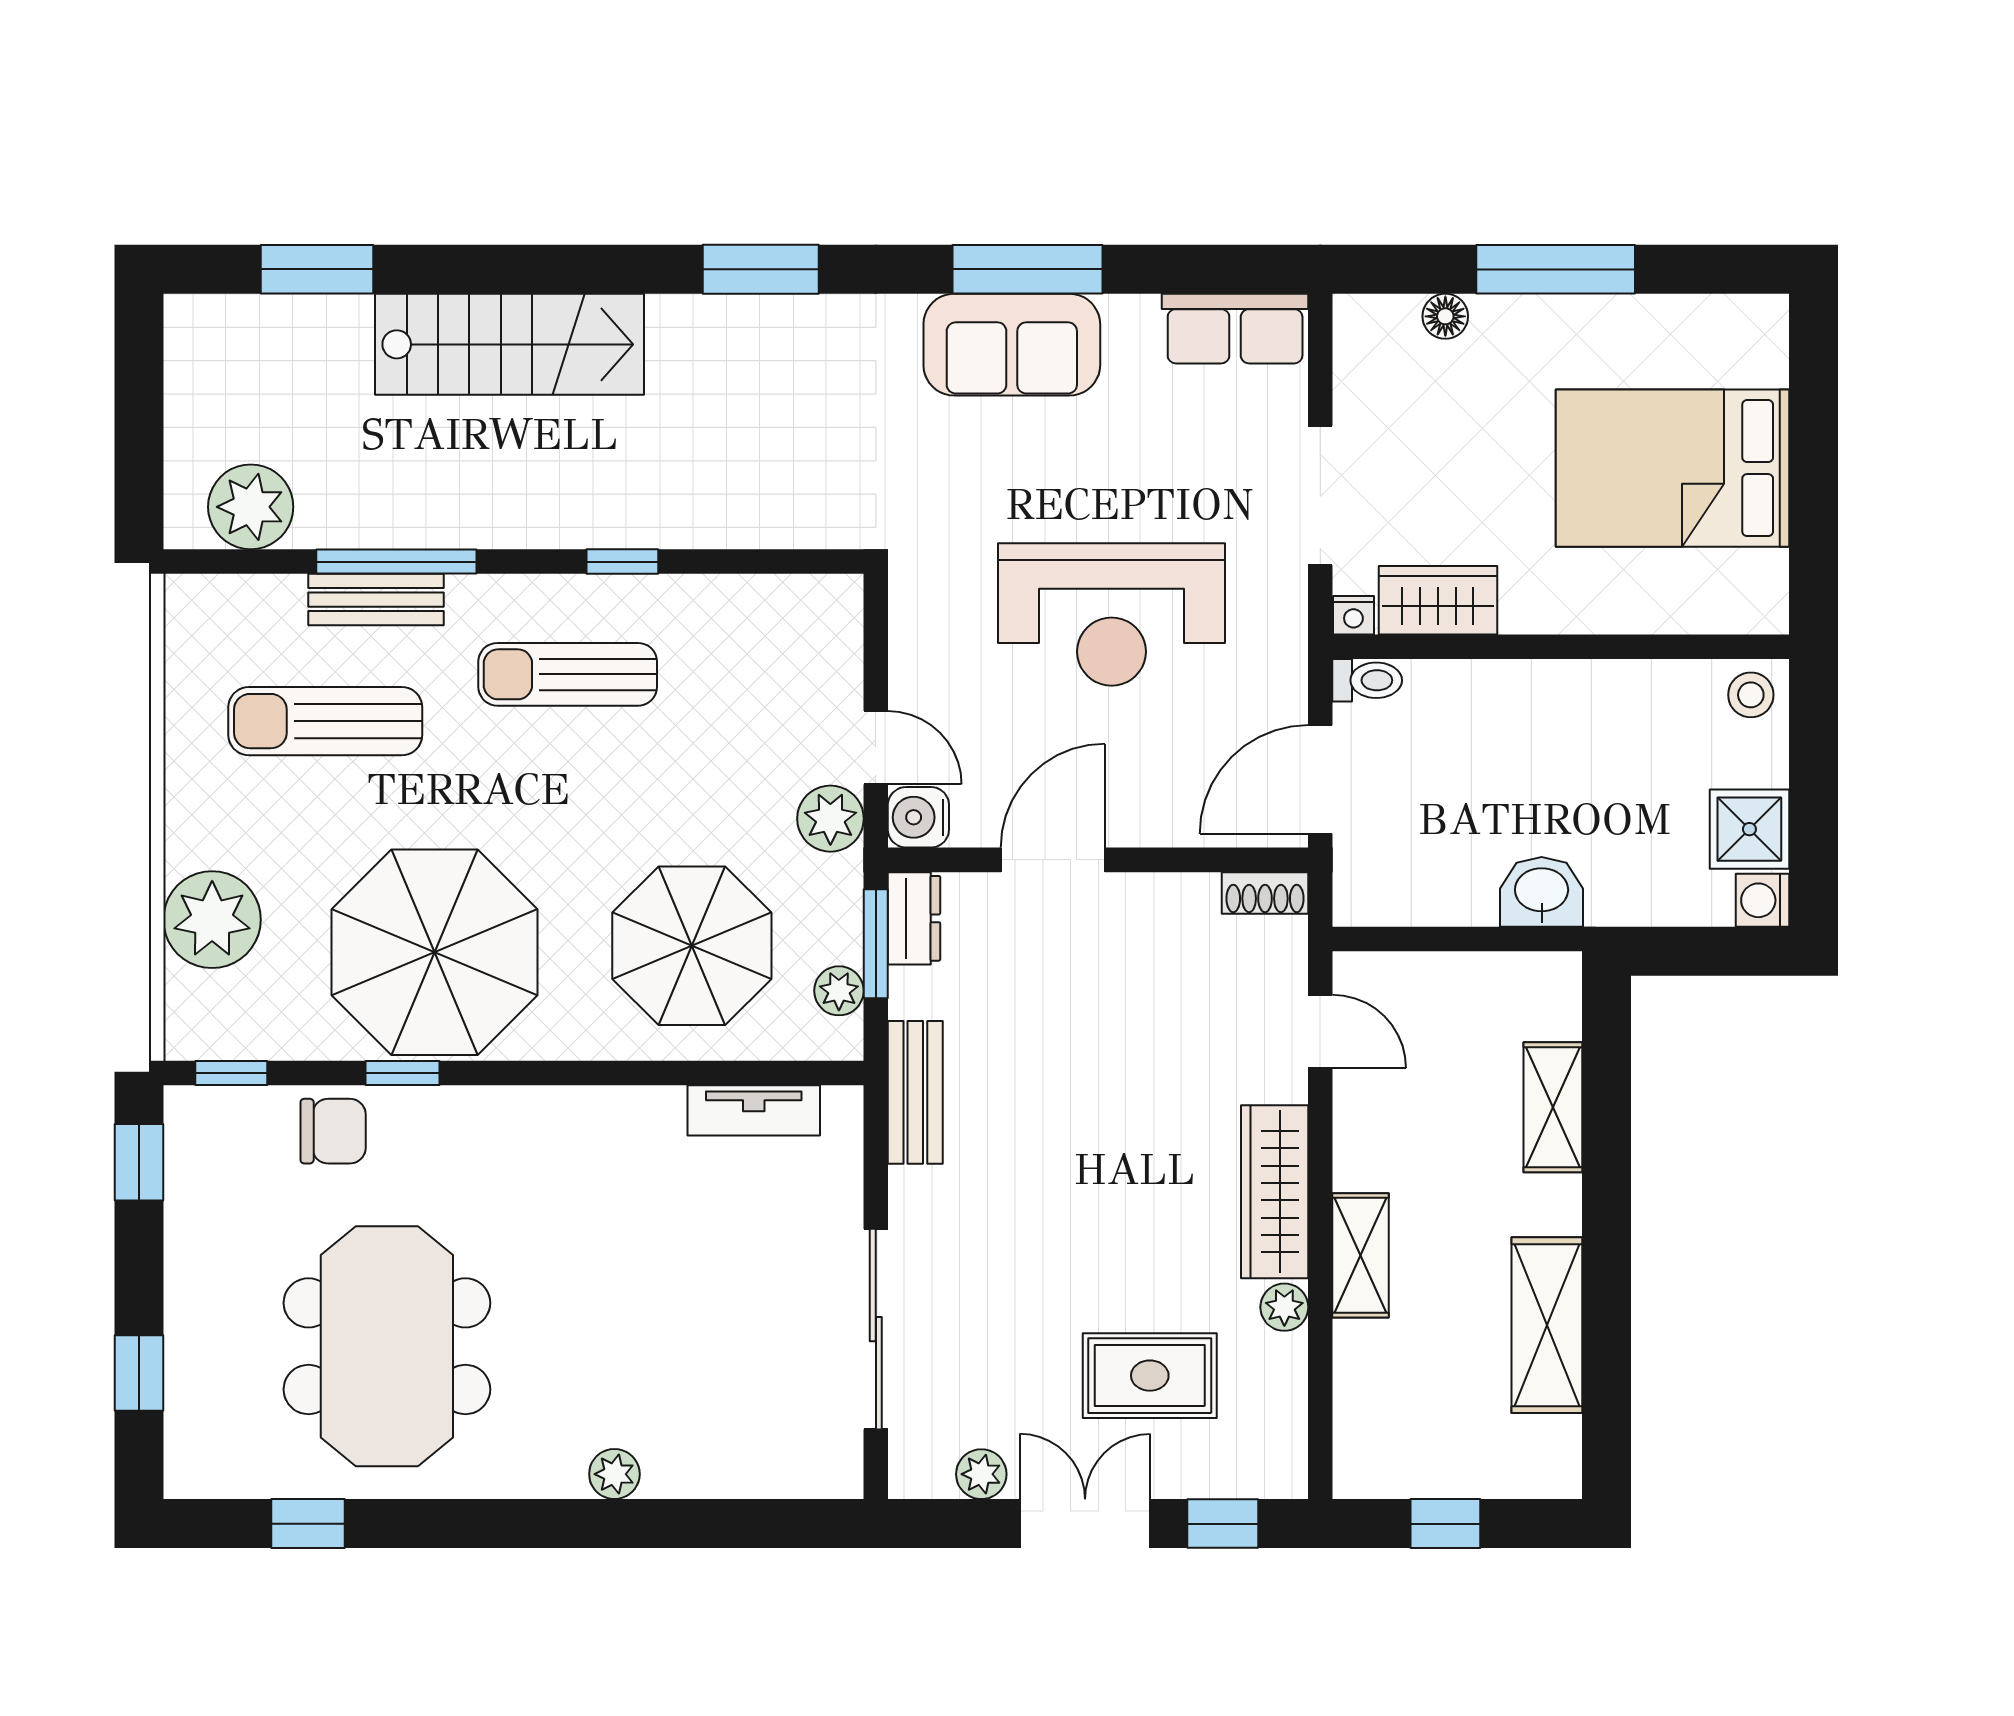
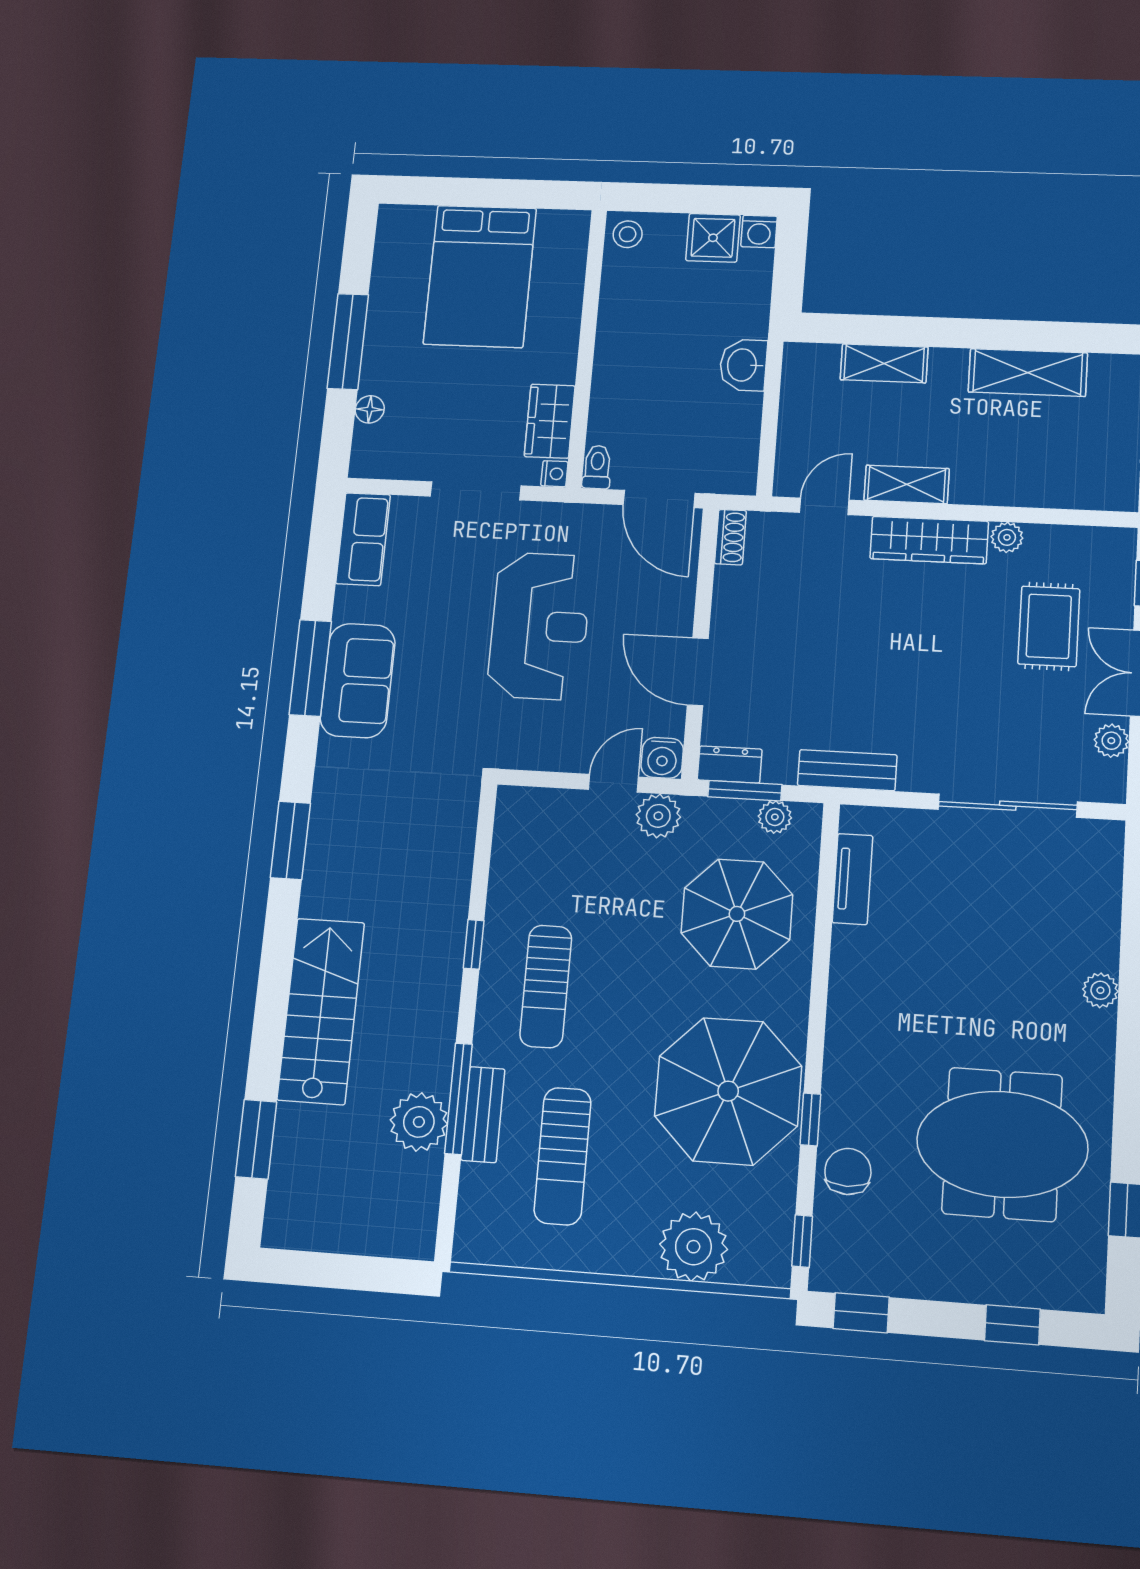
plant: (251, 507) -> (419, 1122), moved
shelving: (1361, 1255) -> (907, 484), moved

